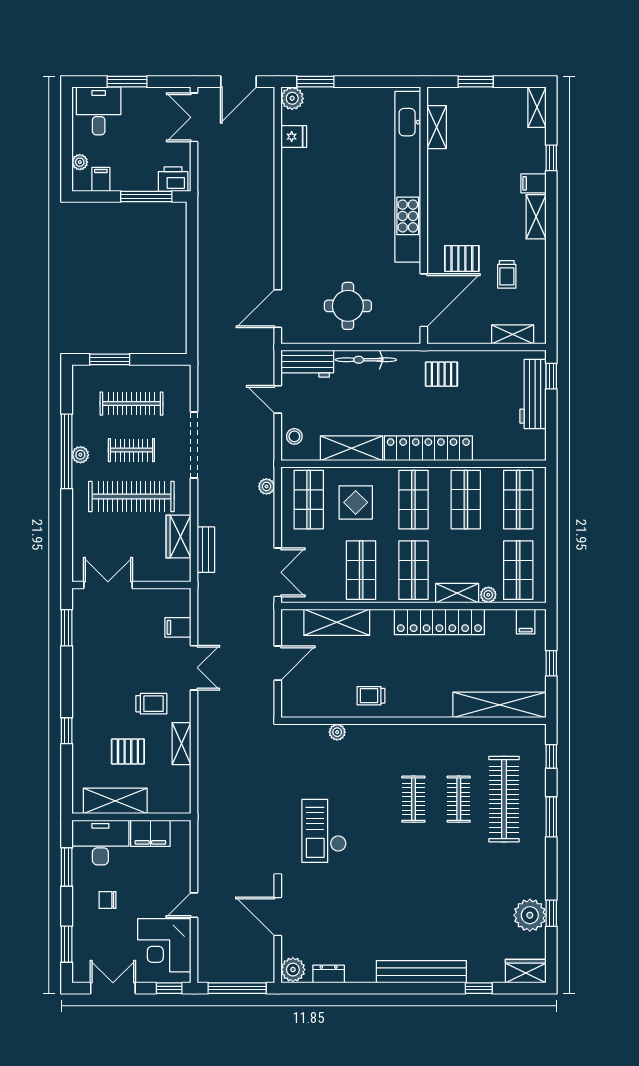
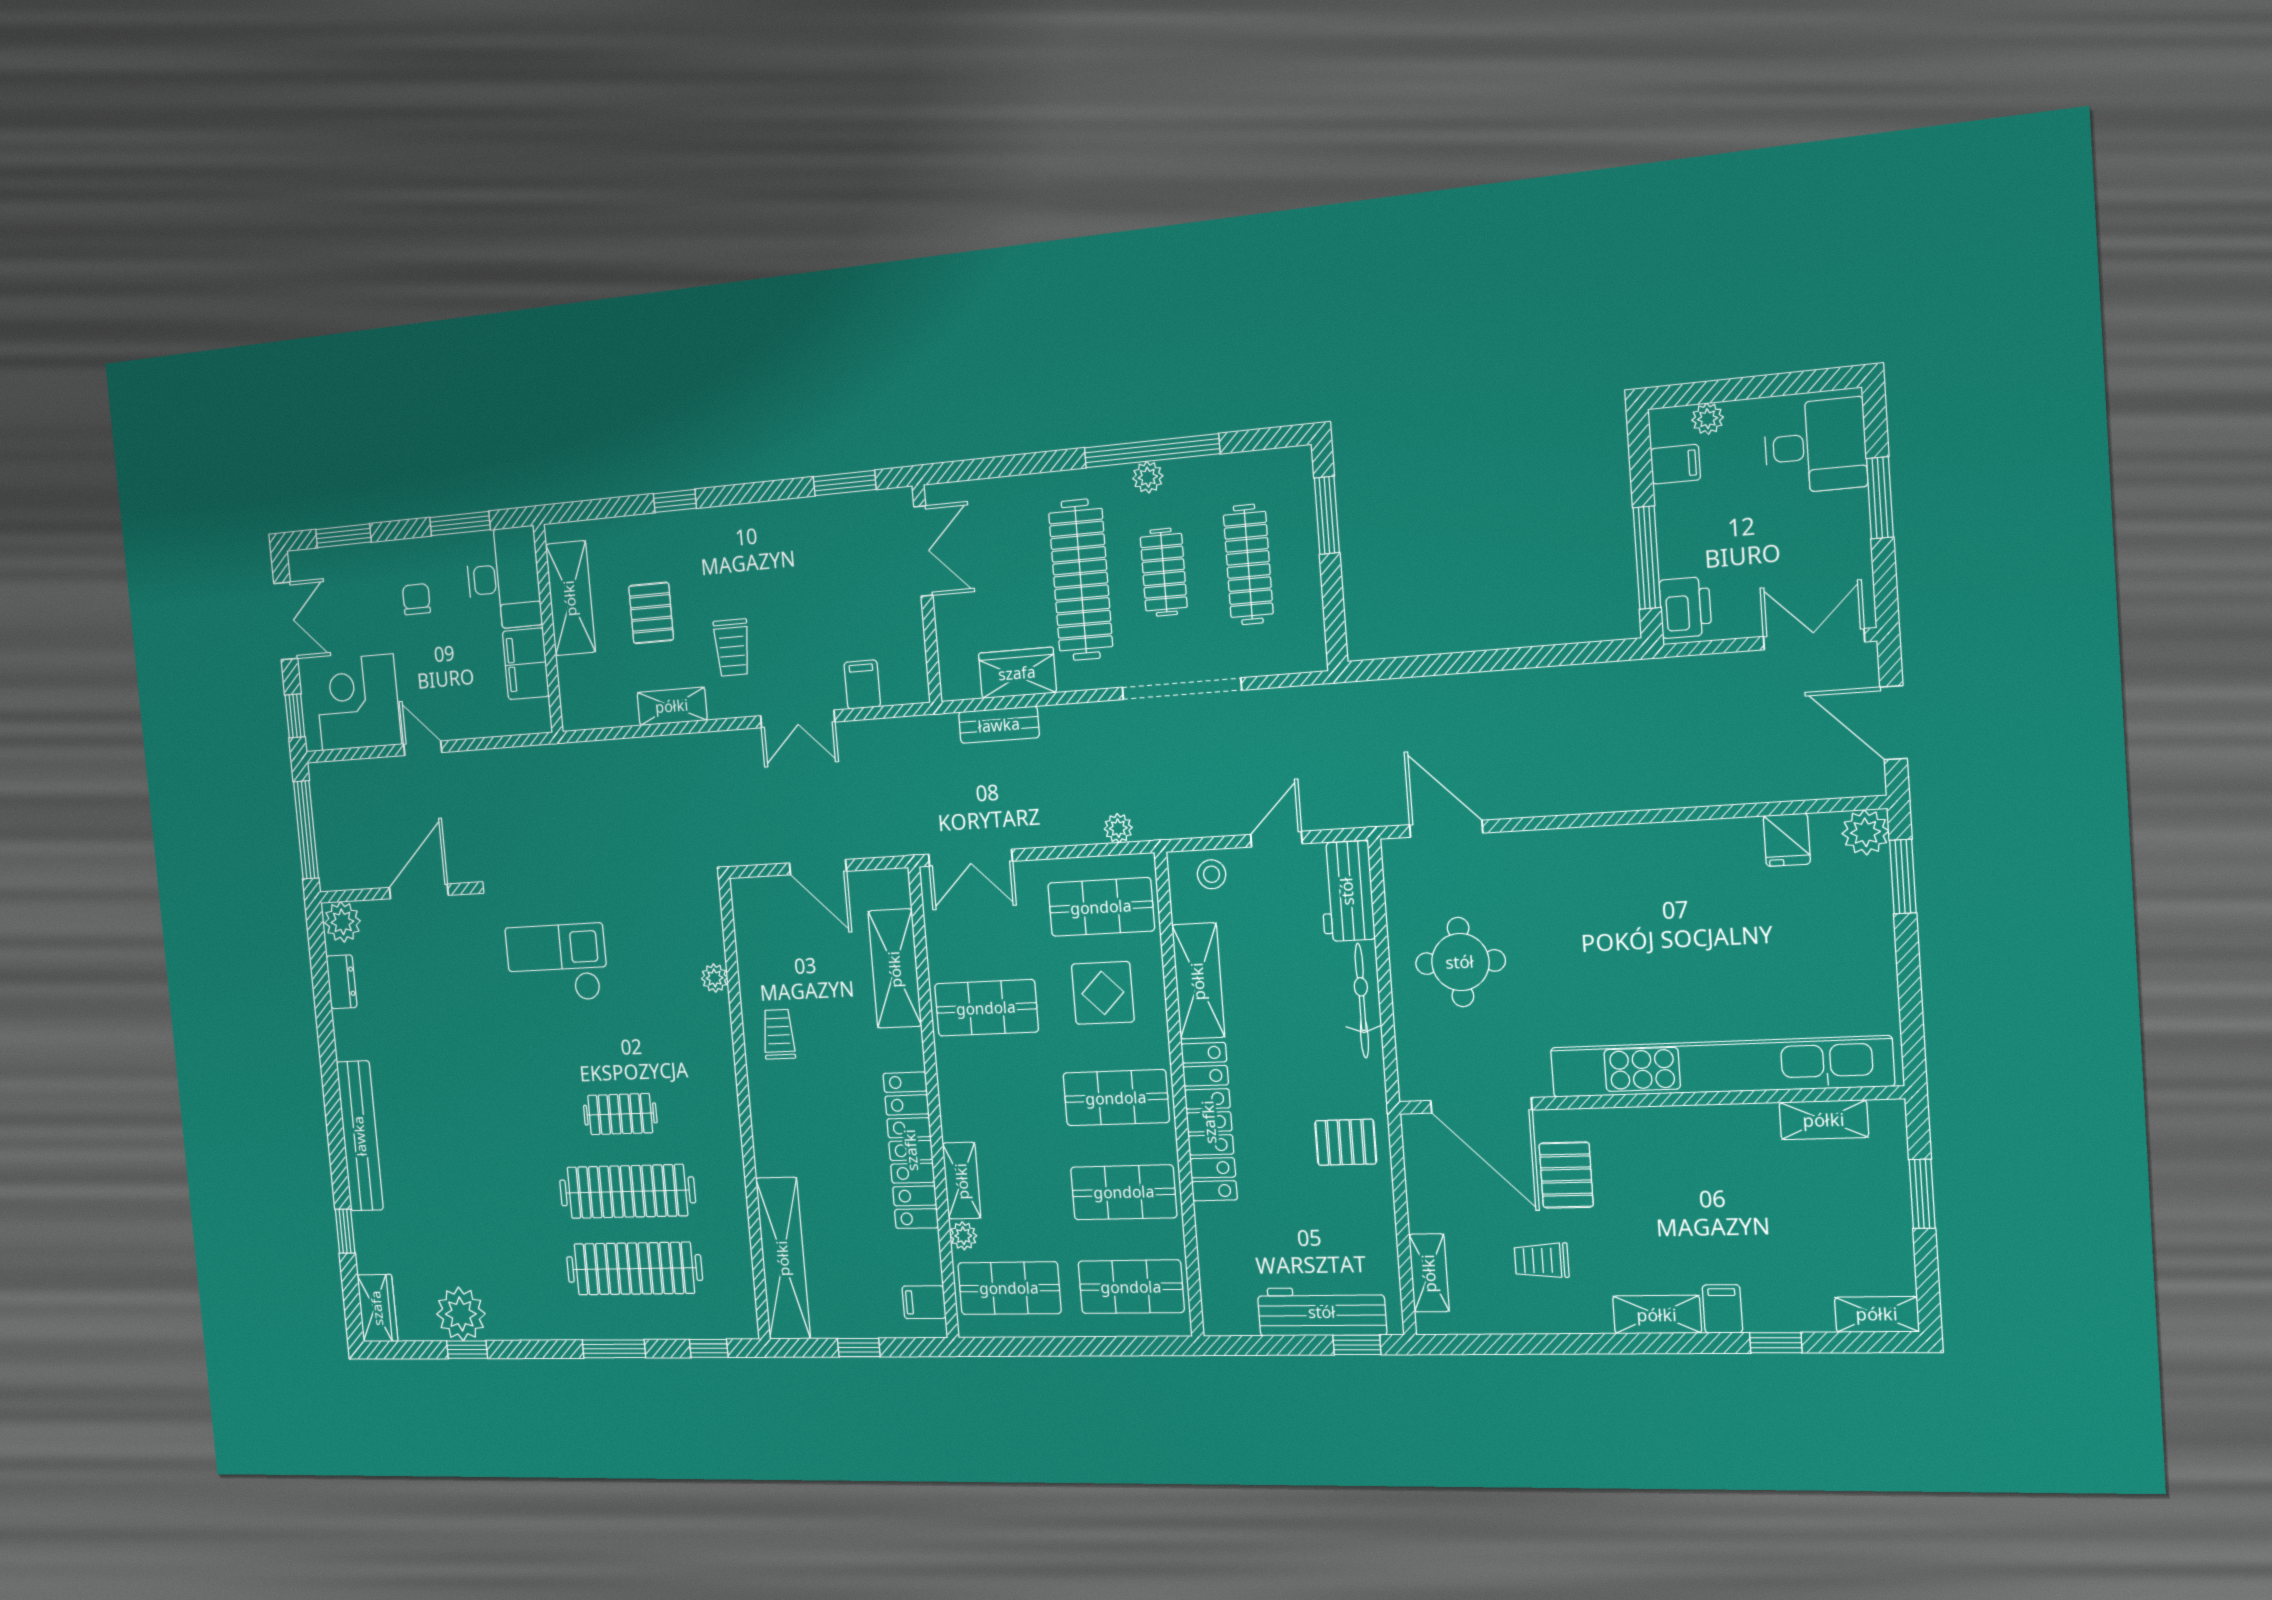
pallet: (441, 374) -> (1346, 1142), turned 90
shop shelf: (413, 570) -> (994, 1102), removed
clothes rail: (459, 799) -> (627, 1191), width x1.86, depth x1.31

